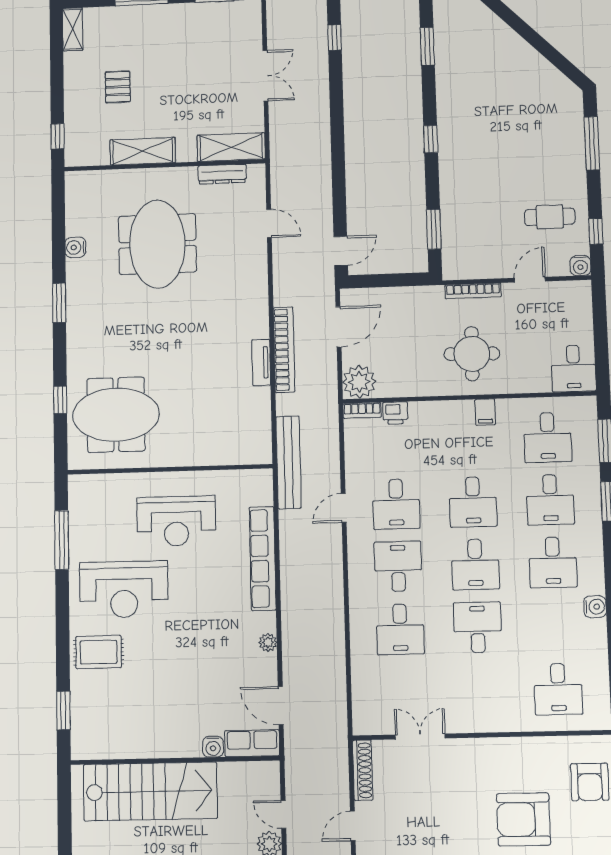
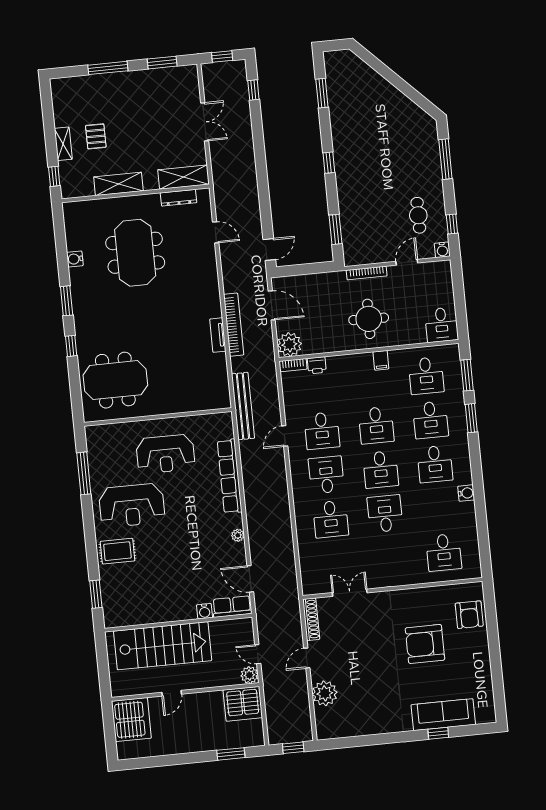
shelving: (73, 29) -> (63, 144), moved
cafe table: (550, 217) -> (418, 215), turned 90
door: (338, 327) -> (272, 305), hinge flipped
window: (60, 400) -> (71, 346), moved

